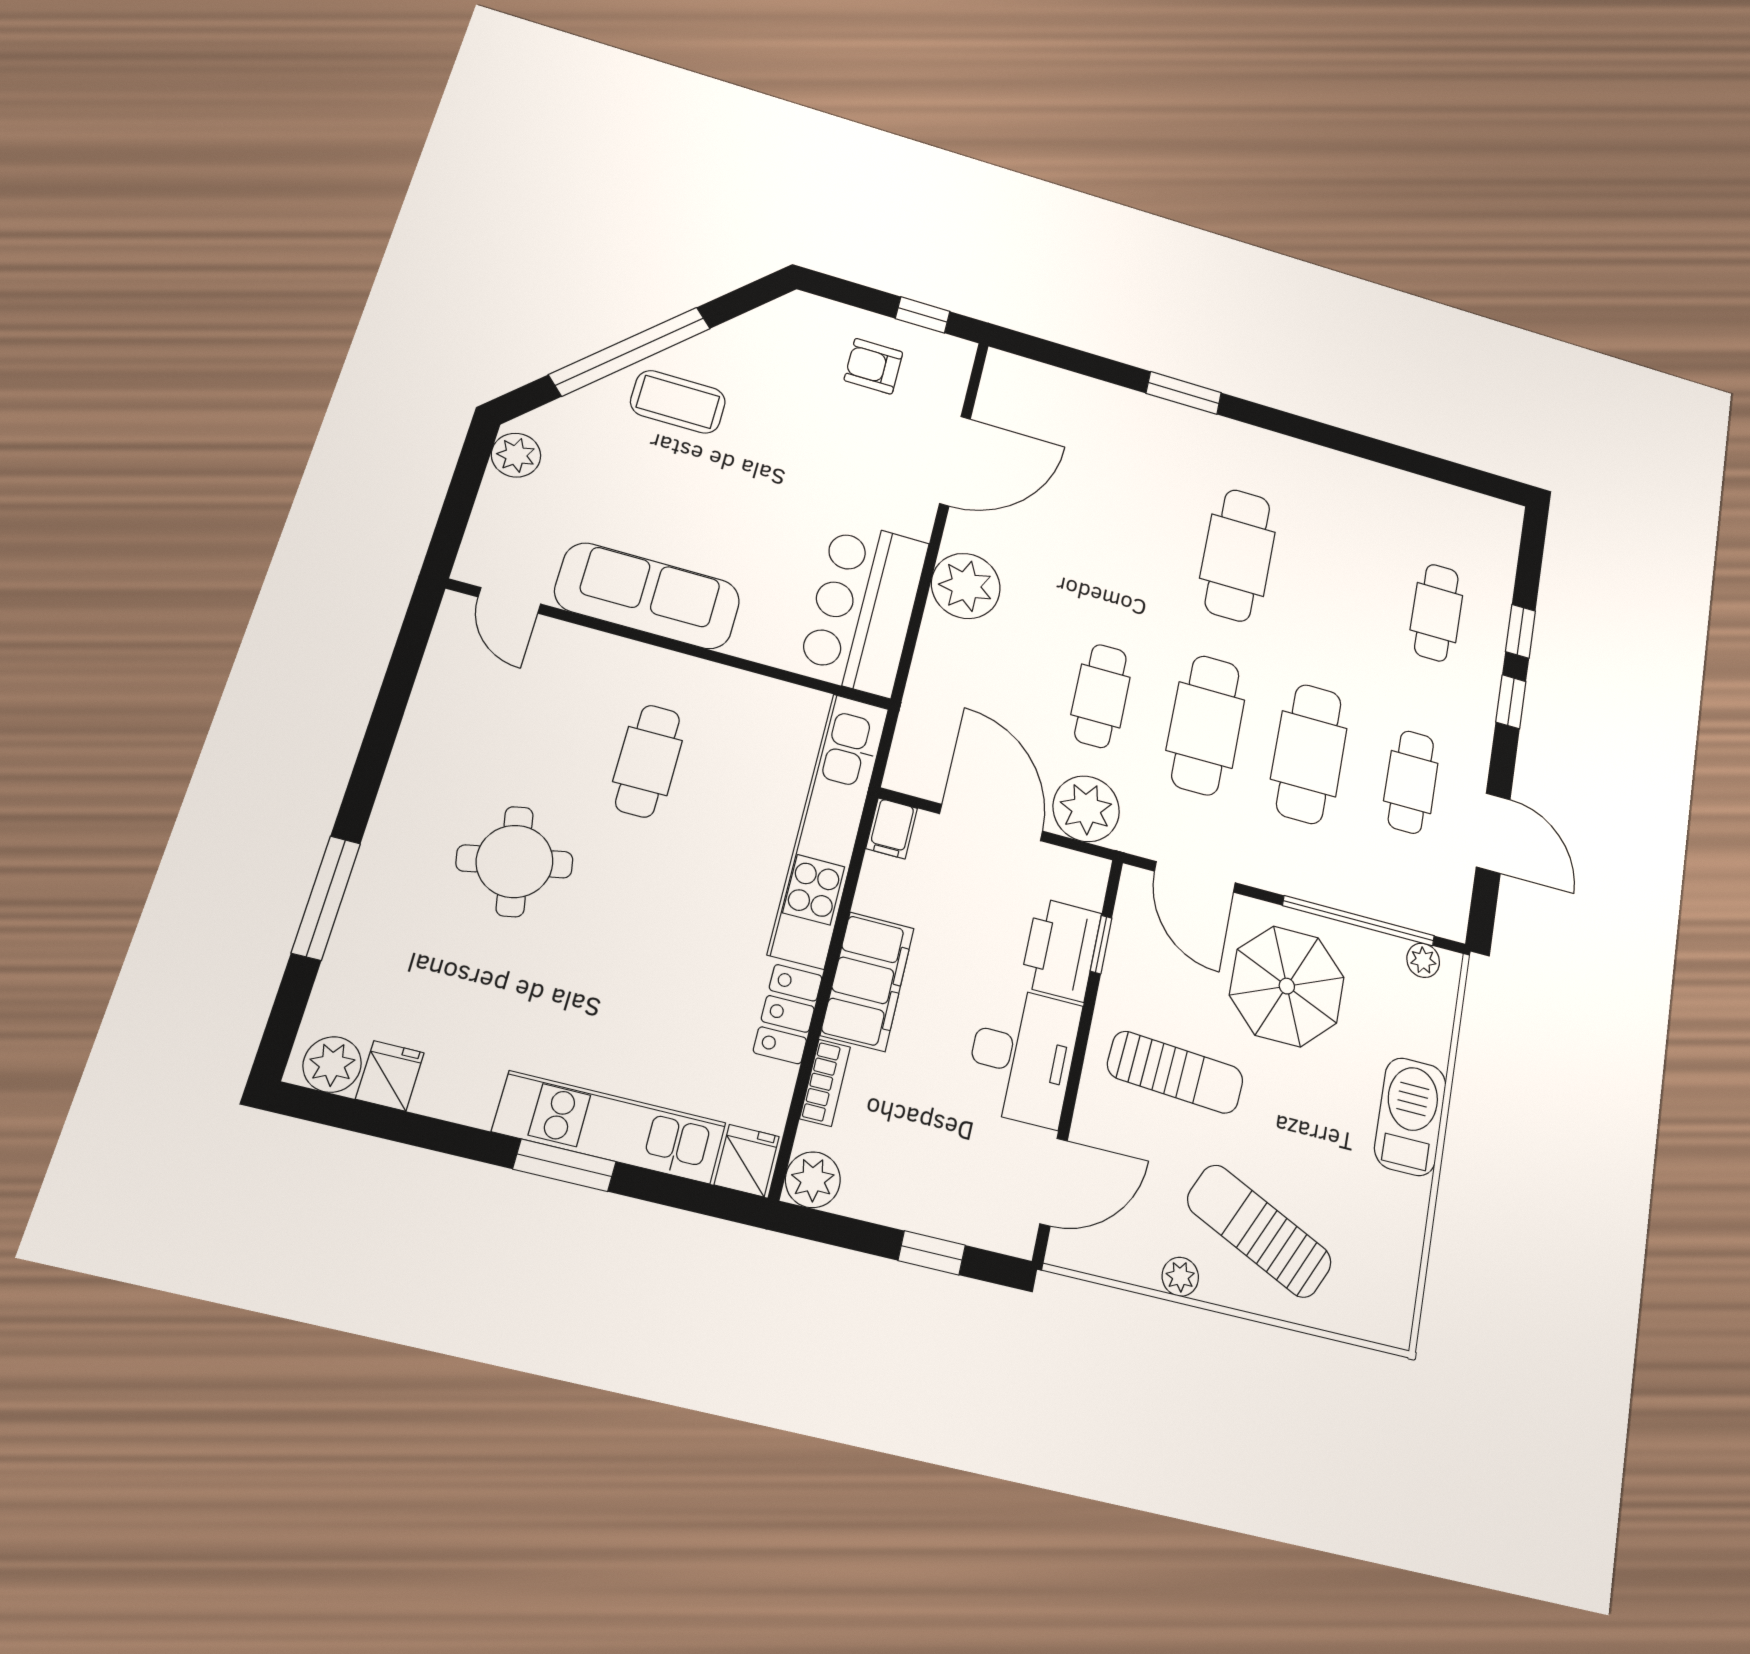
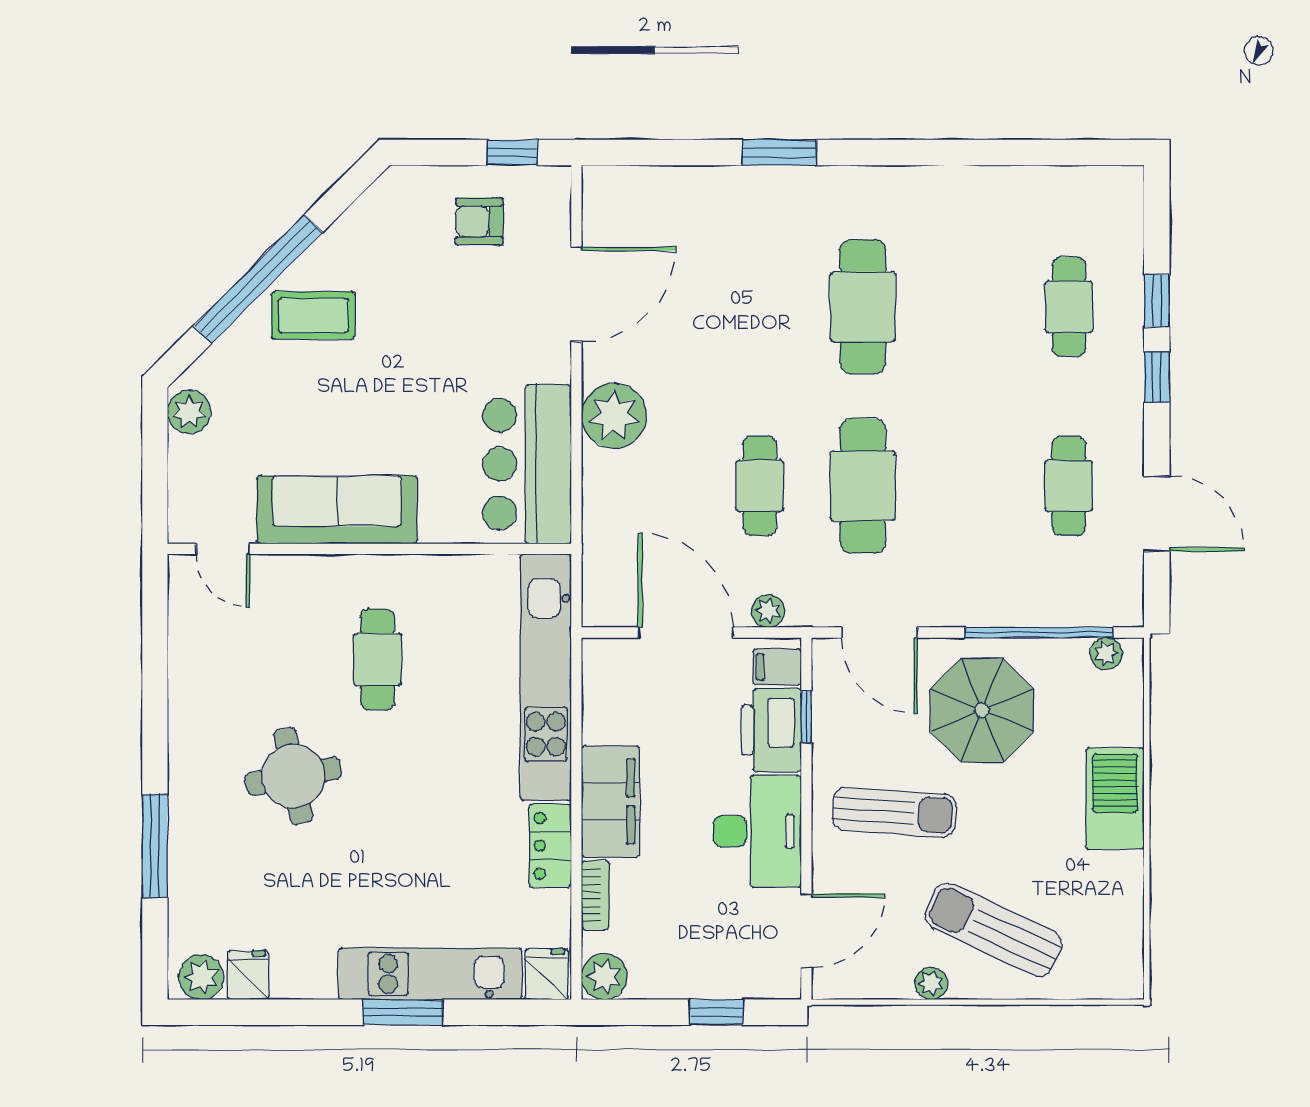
cafe table: (1309, 754) -> (966, 486), removed
plant: (1086, 809) -> (768, 611), width x0.53, depth x0.53
filing cabinet: (892, 828) -> (777, 667), moved, turned 90

